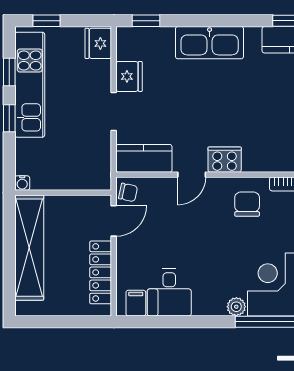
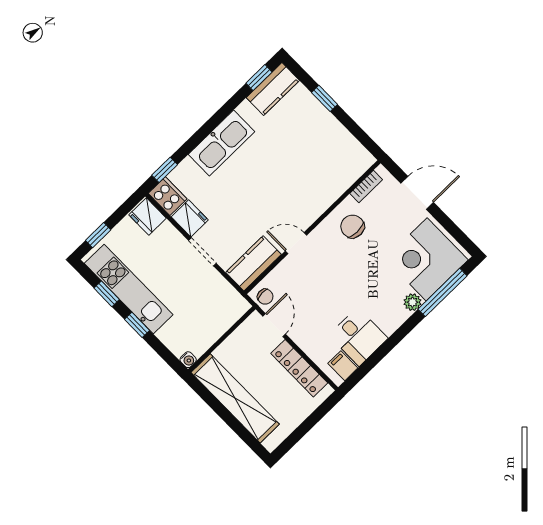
cooker: (225, 160) -> (168, 196), moved, turned 90
door: (192, 175) -> (296, 243), swing flipped
chair: (128, 192) -> (265, 297), turned 74

